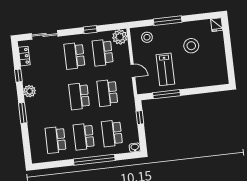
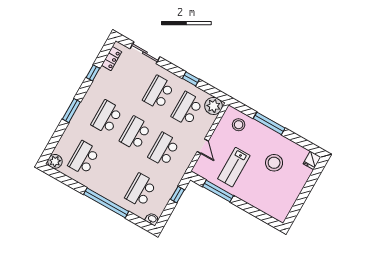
plant: (30, 91) -> (55, 161), moved
school desk: (84, 137) -> (107, 117), moved

